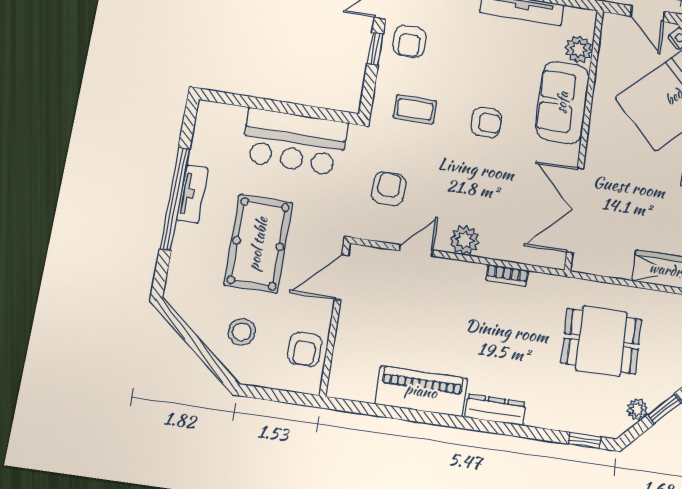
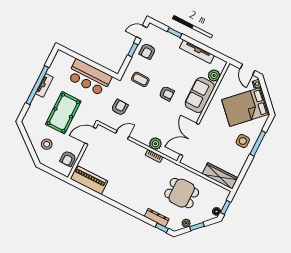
plant: (465, 240) -> (155, 144), moved
piano: (421, 391) -> (89, 180), moved
dresser: (495, 410) -> (157, 218), moved

